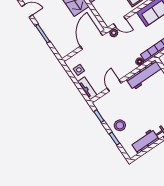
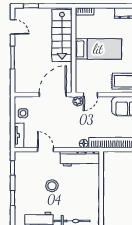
door: (120, 22) -> (90, 95), hinge flipped
door: (114, 86) -> (46, 150), hinge flipped
stool: (120, 125) -> (52, 186), moved

